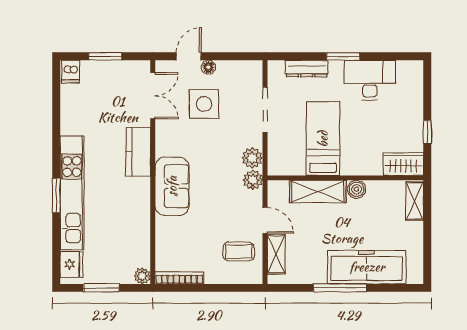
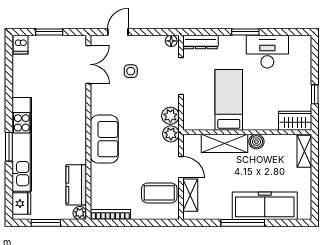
floor lamp: (208, 67) -> (171, 41), moved
dresser: (307, 69) -> (200, 42), moved
side table: (204, 104) -> (131, 71), width x0.54, depth x0.54
kitchen counter: (138, 152) -> (76, 185), moved
coffee table: (239, 252) -> (159, 193), width x1.36, depth x1.30

